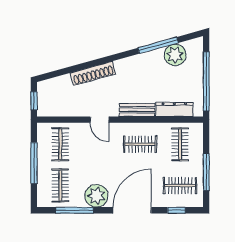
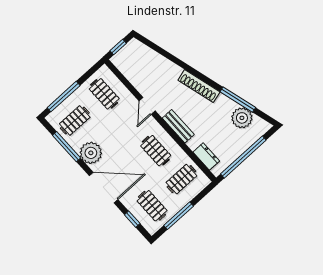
shoe rack: (93, 73) -> (199, 86), moved
dresser: (174, 109) -> (206, 157), width x0.70
clothes rail: (60, 144) -> (104, 94), turned 90
window: (34, 163) -> (64, 97), moved

